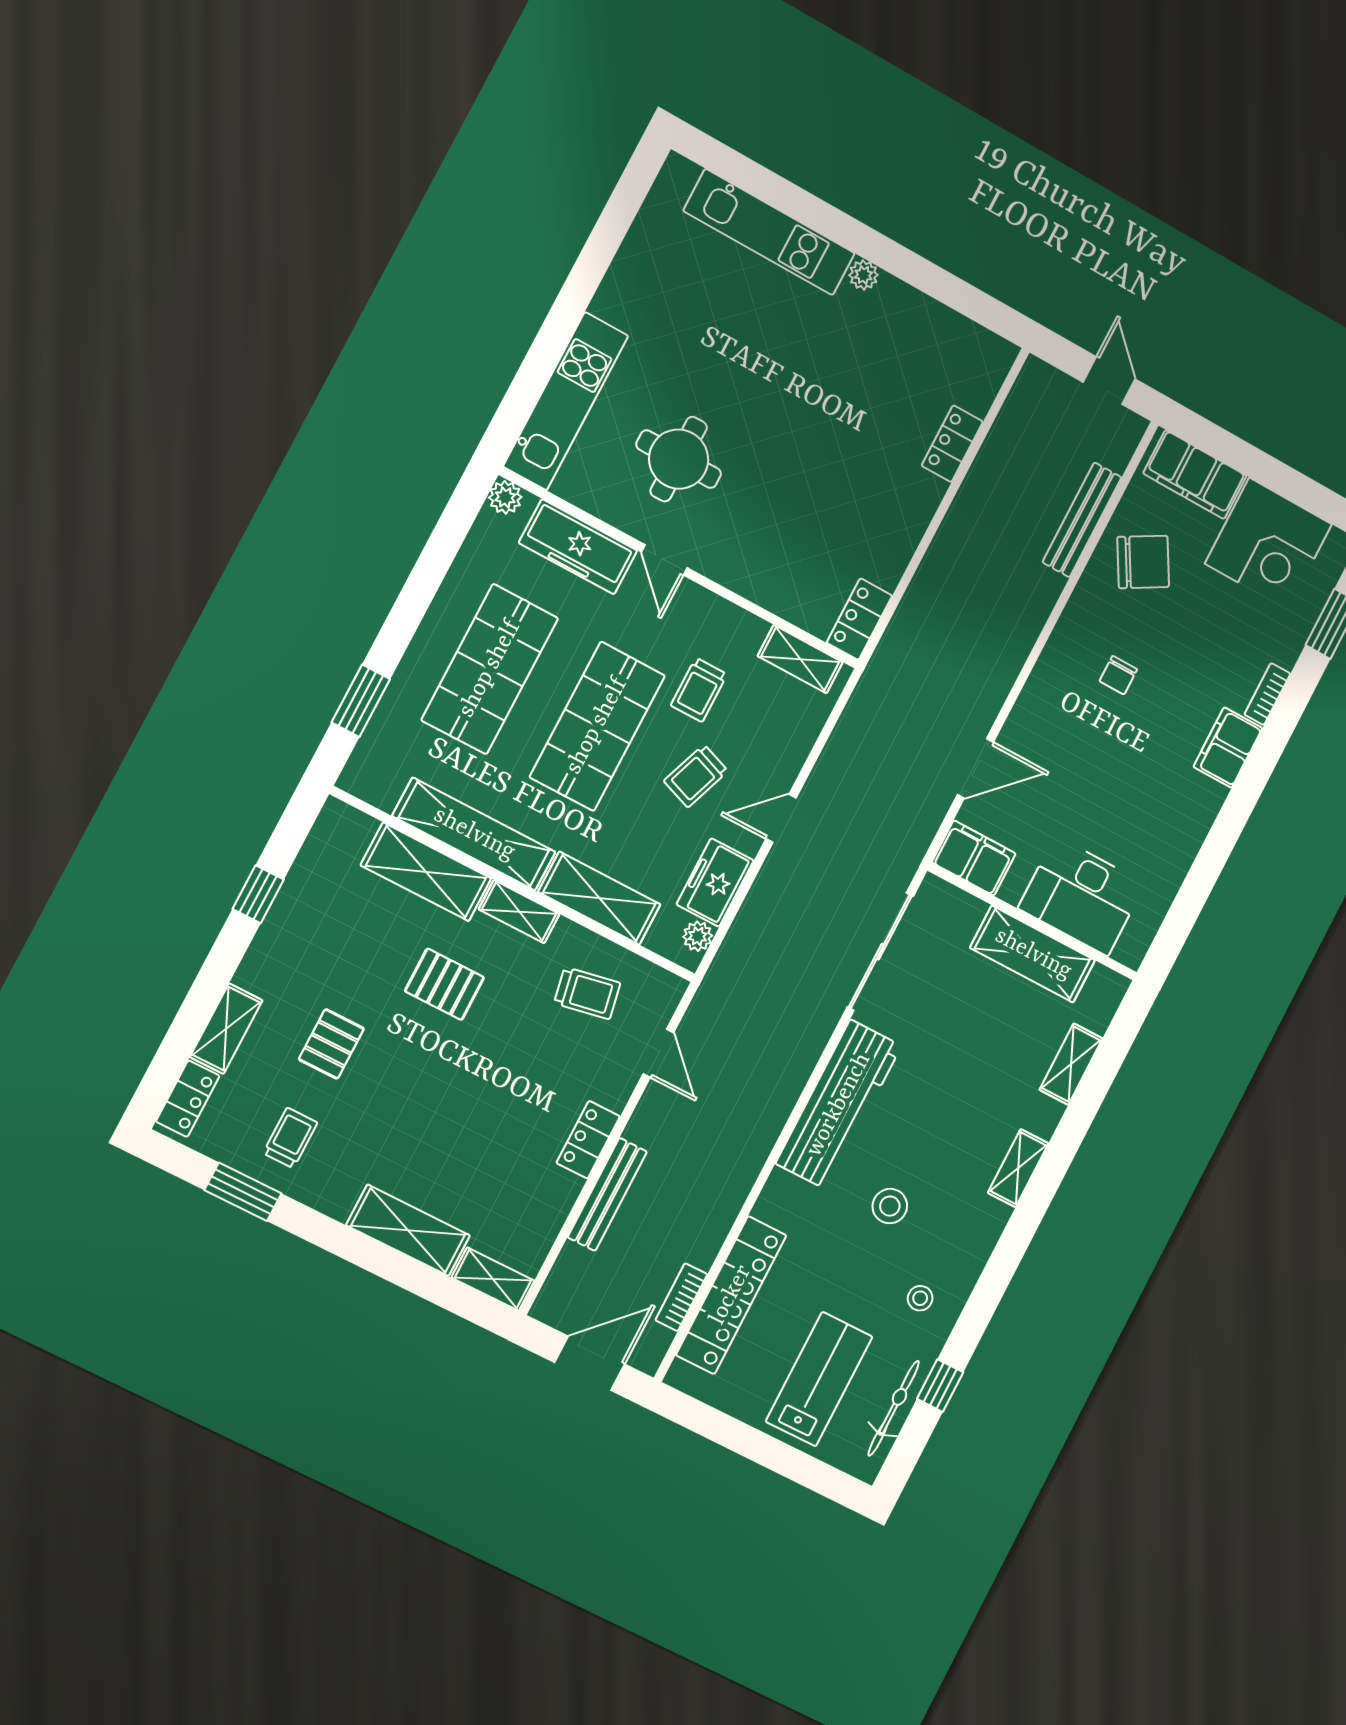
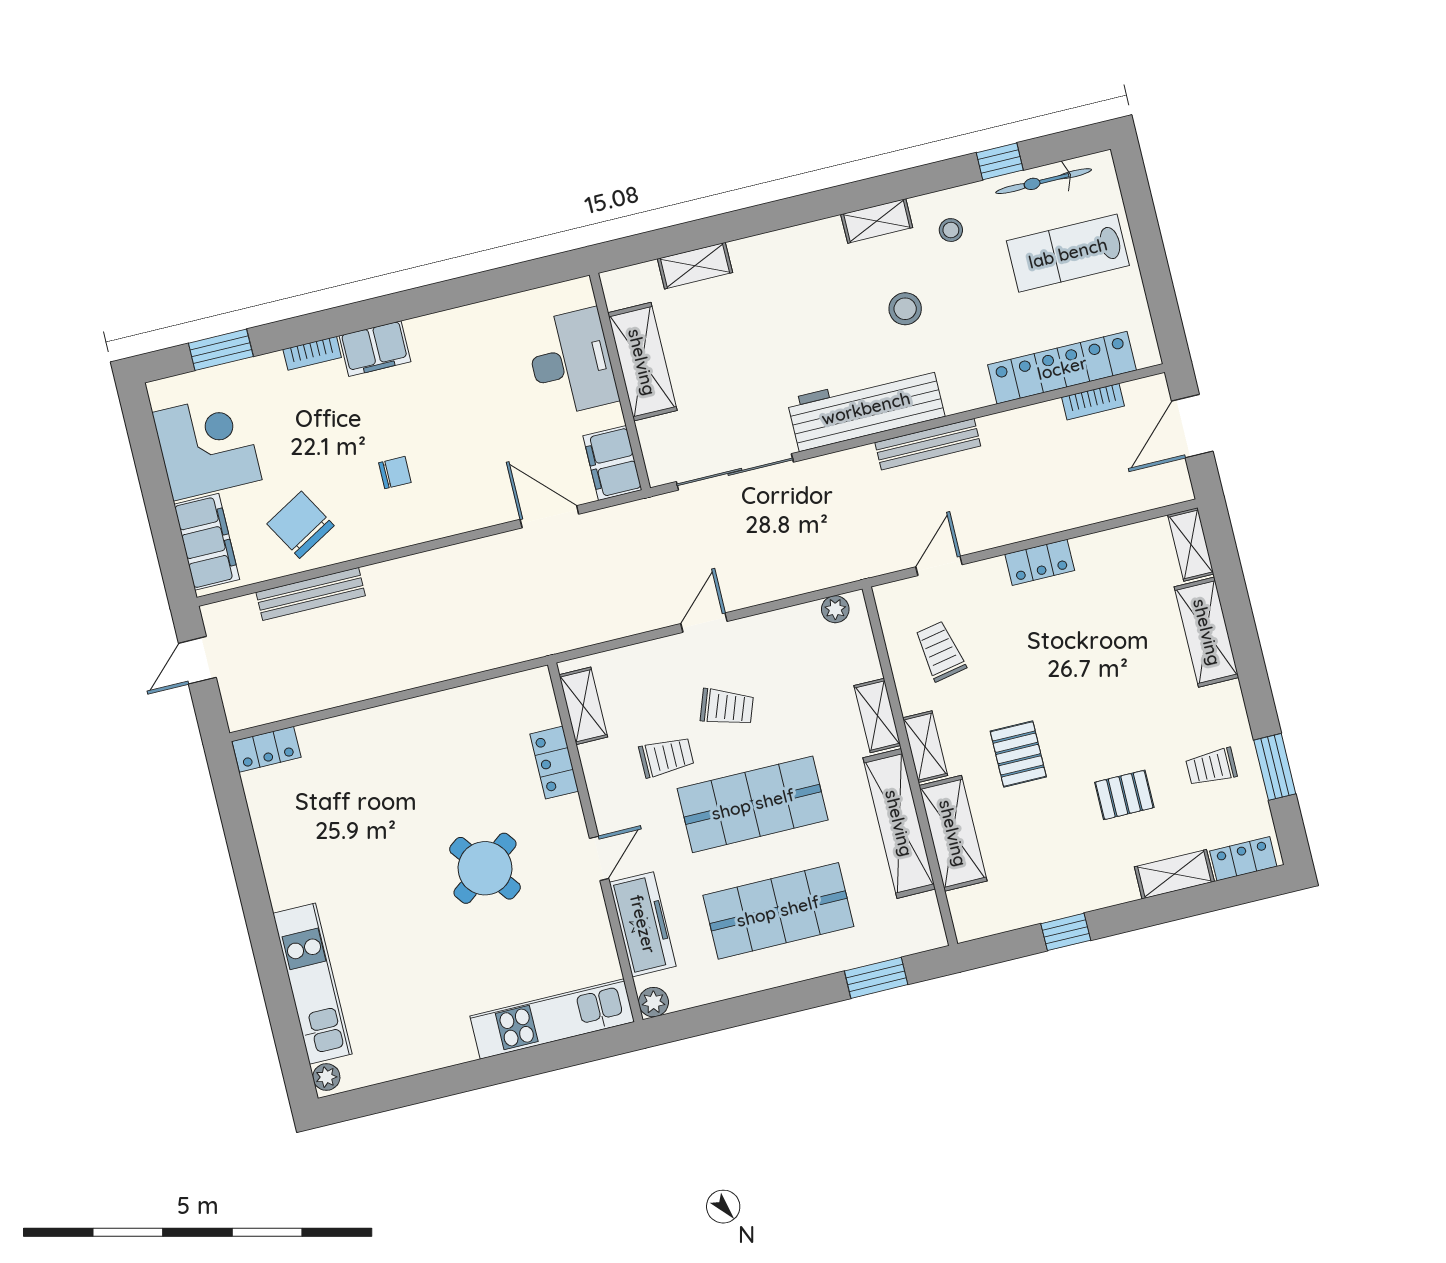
plant: (863, 275) -> (326, 1077), moved
locker: (952, 444) -> (266, 749), moved
round table: (679, 459) -> (485, 868), moved, turned -37
locker: (859, 619) -> (554, 763), moved, turned 90
door: (781, 818) -> (704, 623), swing flipped
freezer: (715, 882) -> (788, 630), removed
shelving: (599, 898) -> (877, 716), width x0.67, depth x0.75
shelving: (1018, 1168) -> (877, 221), moved
bench: (607, 1194) -> (928, 444), moved
door: (590, 1363) -> (1192, 426), hinge flipped

